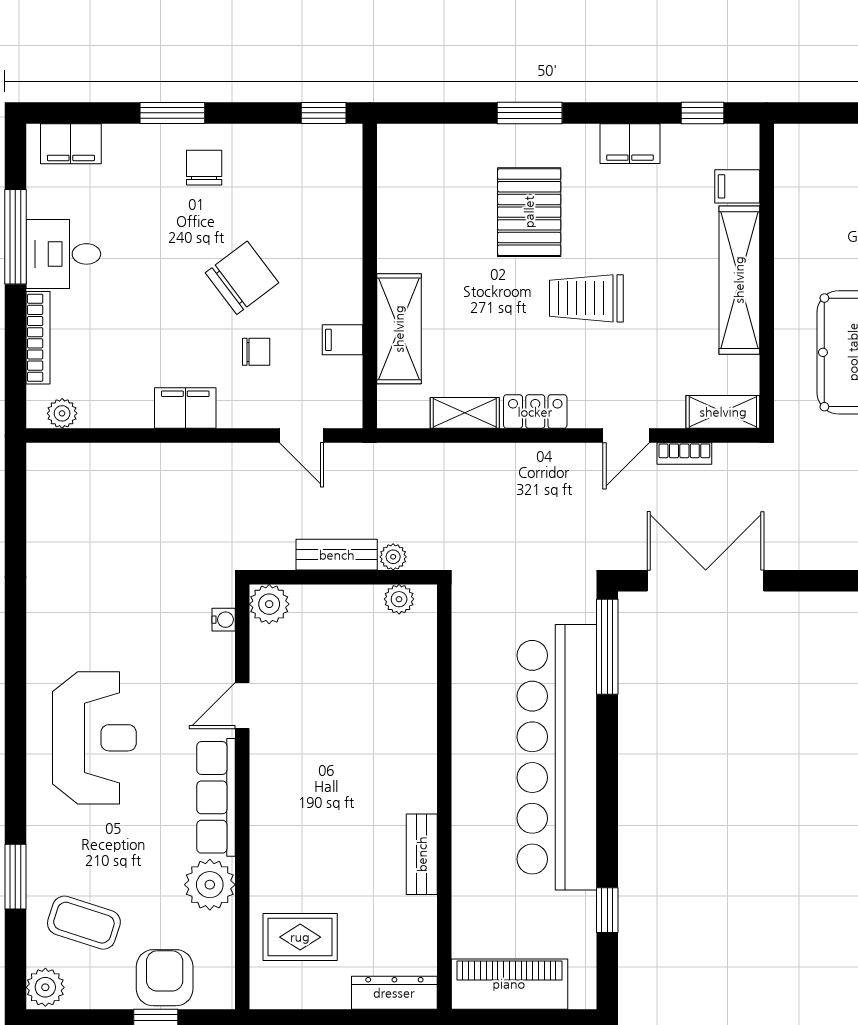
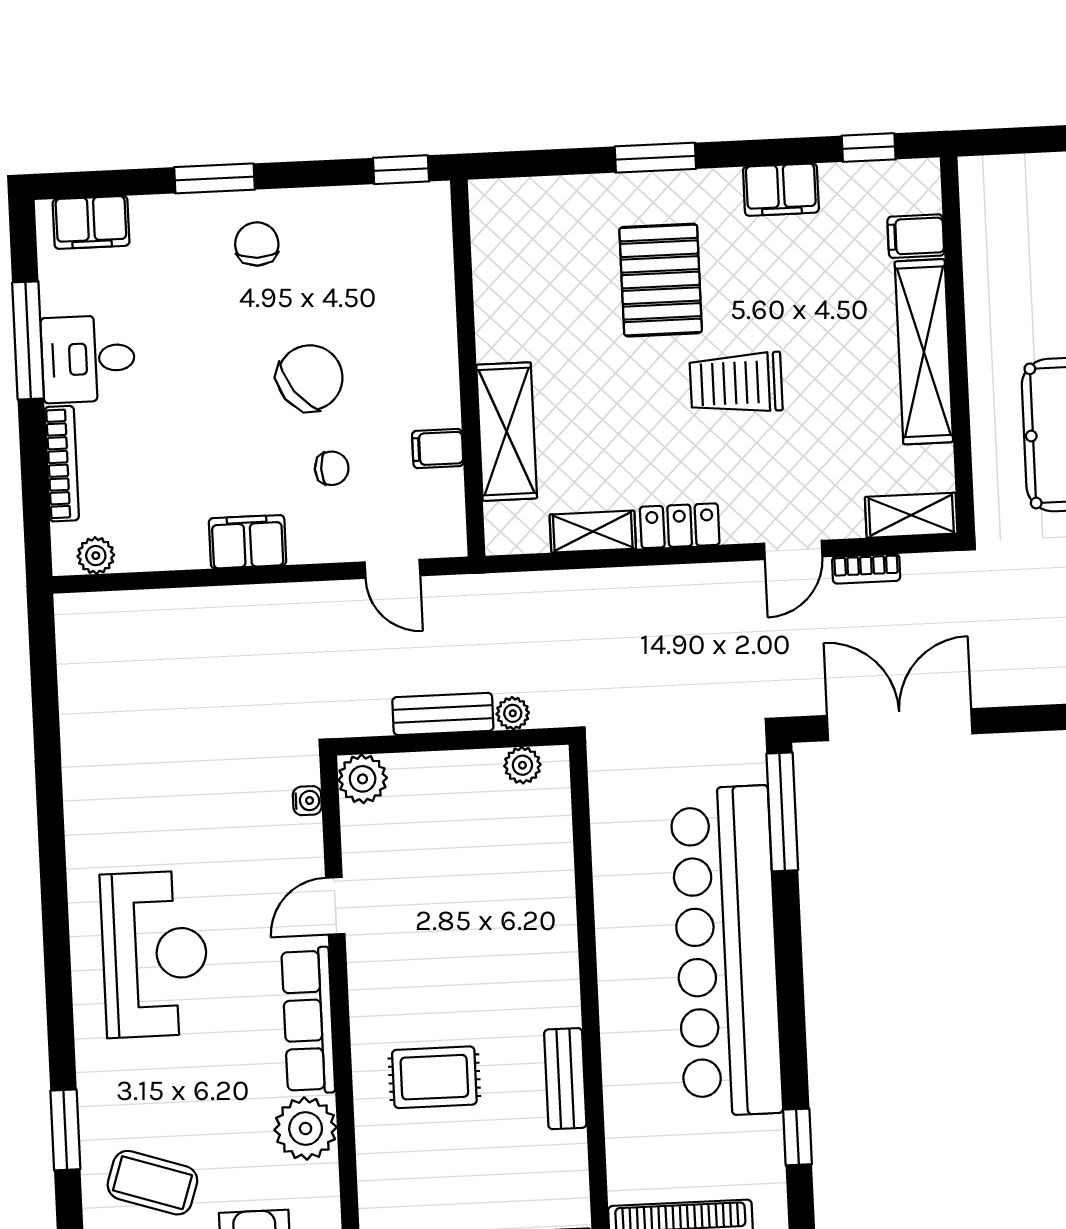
rug: (300, 937) -> (434, 1077), moved

